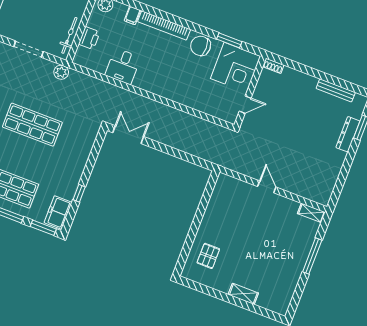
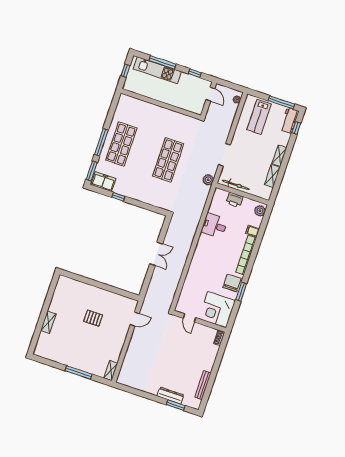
window: (229, 40) -> (241, 292), moved
double door: (128, 135) -> (156, 254), moved
door: (267, 187) -> (135, 319), moved
pallet: (208, 256) -> (93, 318), moved

